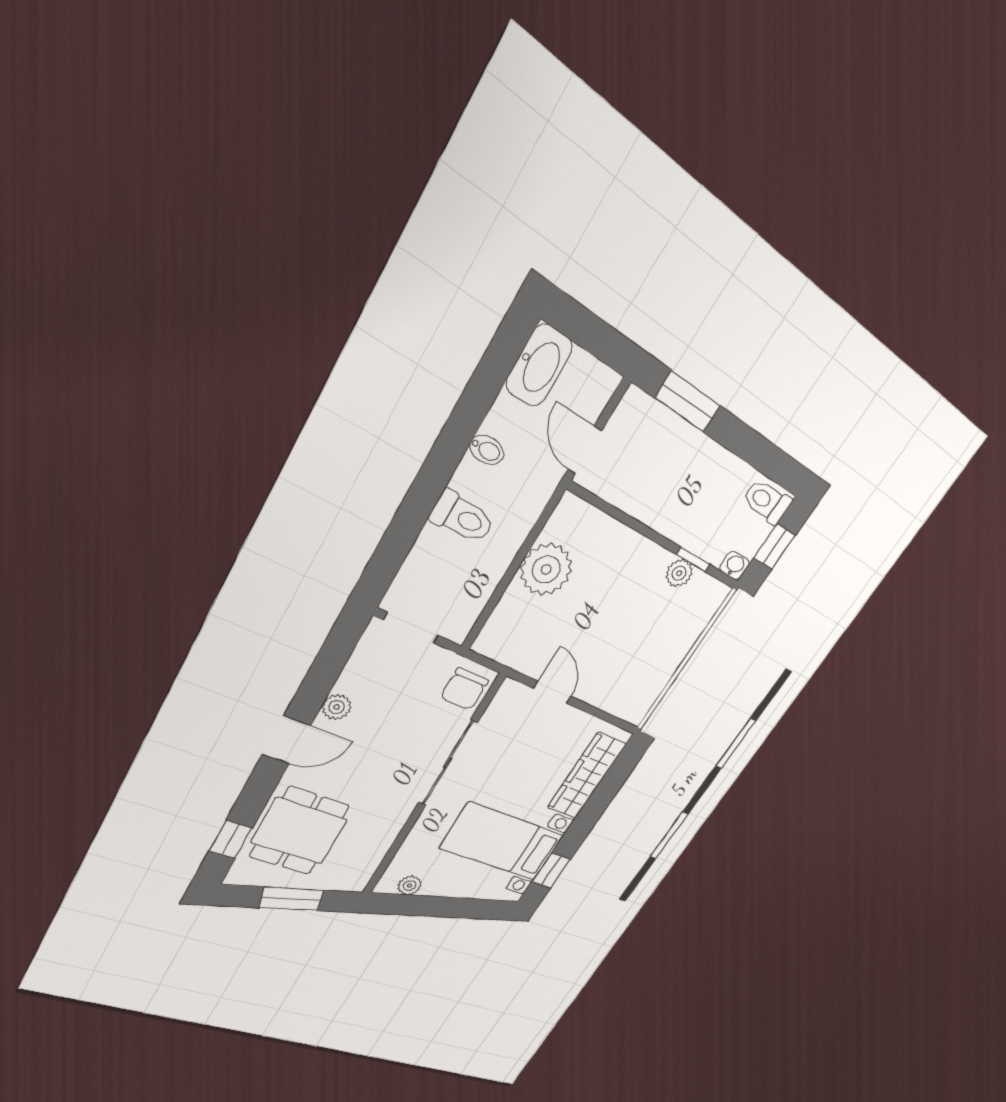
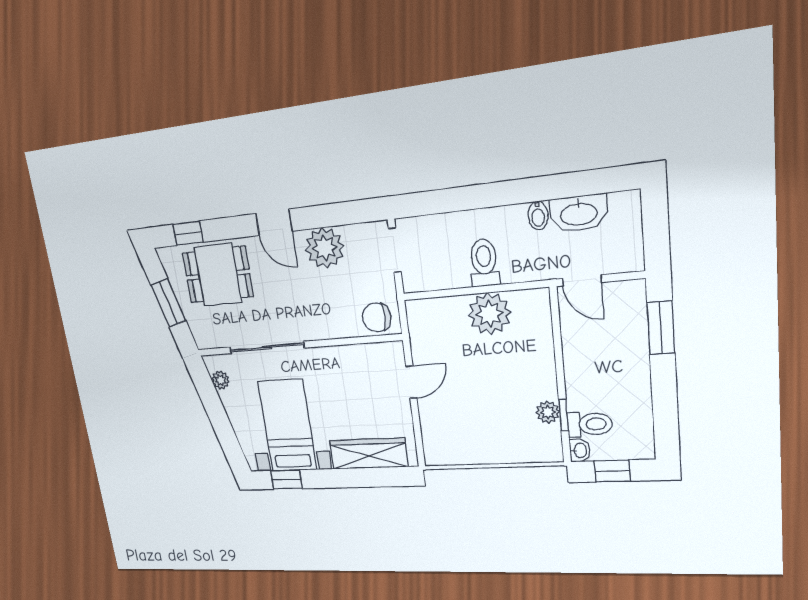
washbasin: (539, 366) -> (579, 213), moved
door: (585, 450) -> (582, 280), swing flipped
toilet: (767, 501) -> (590, 424), moved, turned 90
toilet: (463, 518) -> (484, 263), moved, turned 180
plant: (337, 707) -> (325, 248), width x1.87, depth x1.87
sliding door: (448, 763) -> (267, 348), moved

